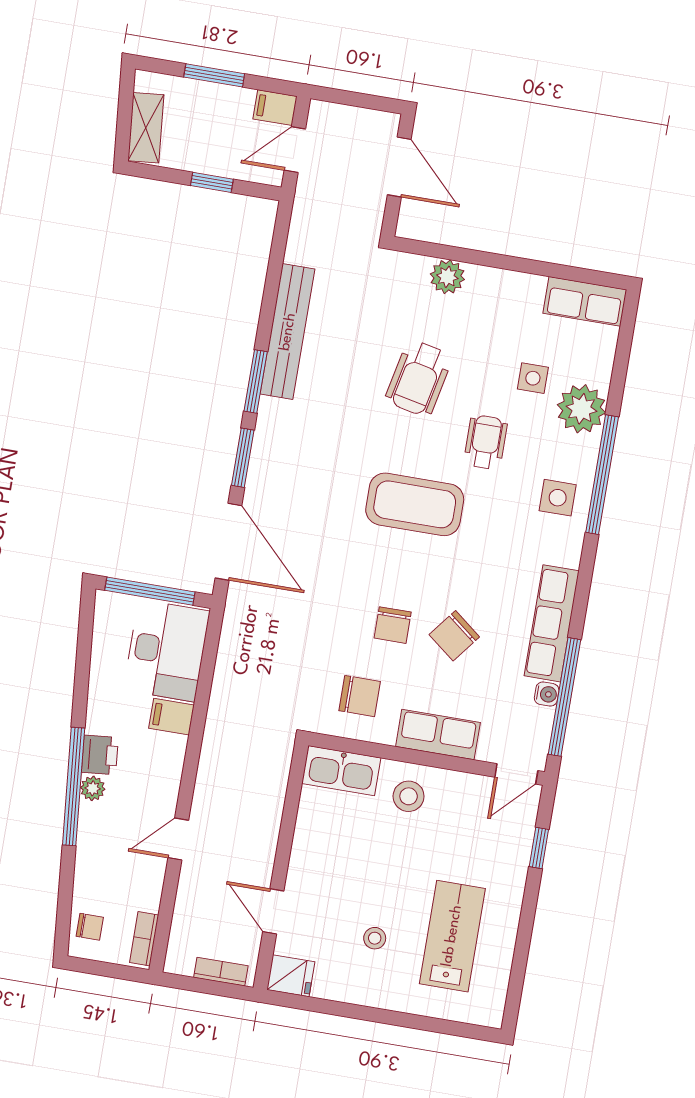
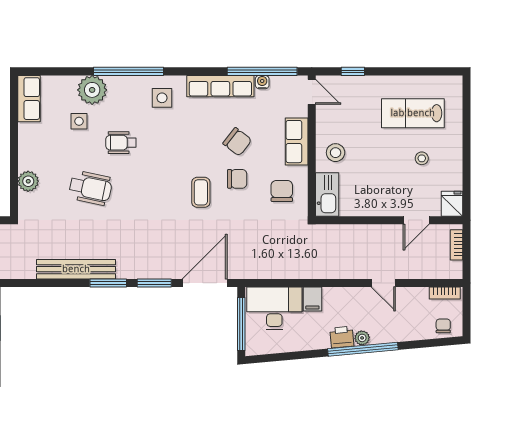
side table: (558, 498) -> (162, 98), moved
coffee table: (415, 504) -> (201, 192), moved, width x0.54, depth x0.58

